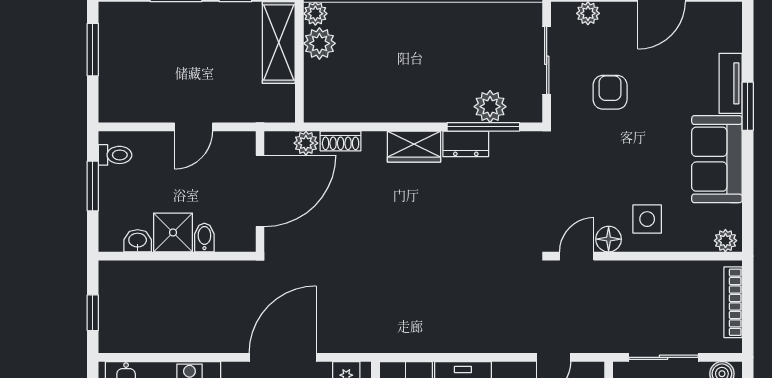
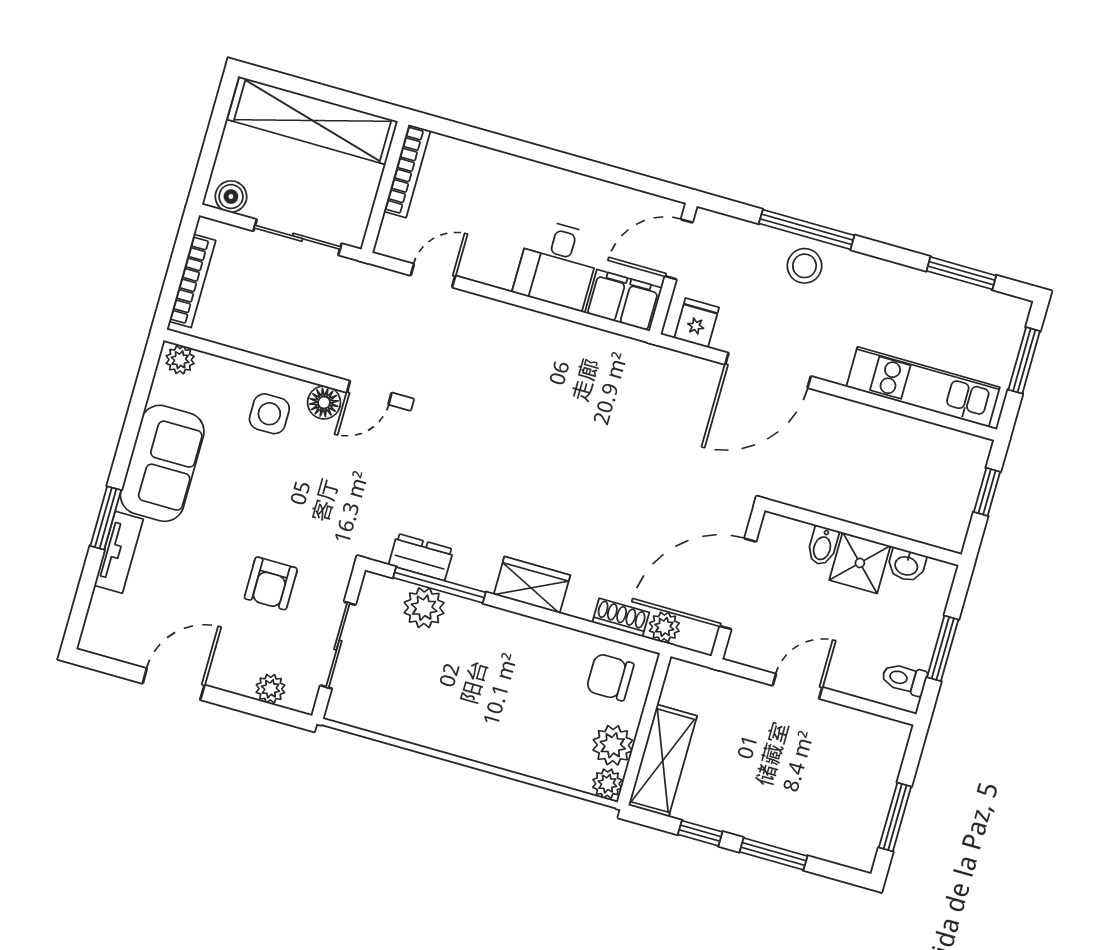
chair: (336, 94) -> (610, 677), added
dresser: (466, 144) -> (421, 557), moved

